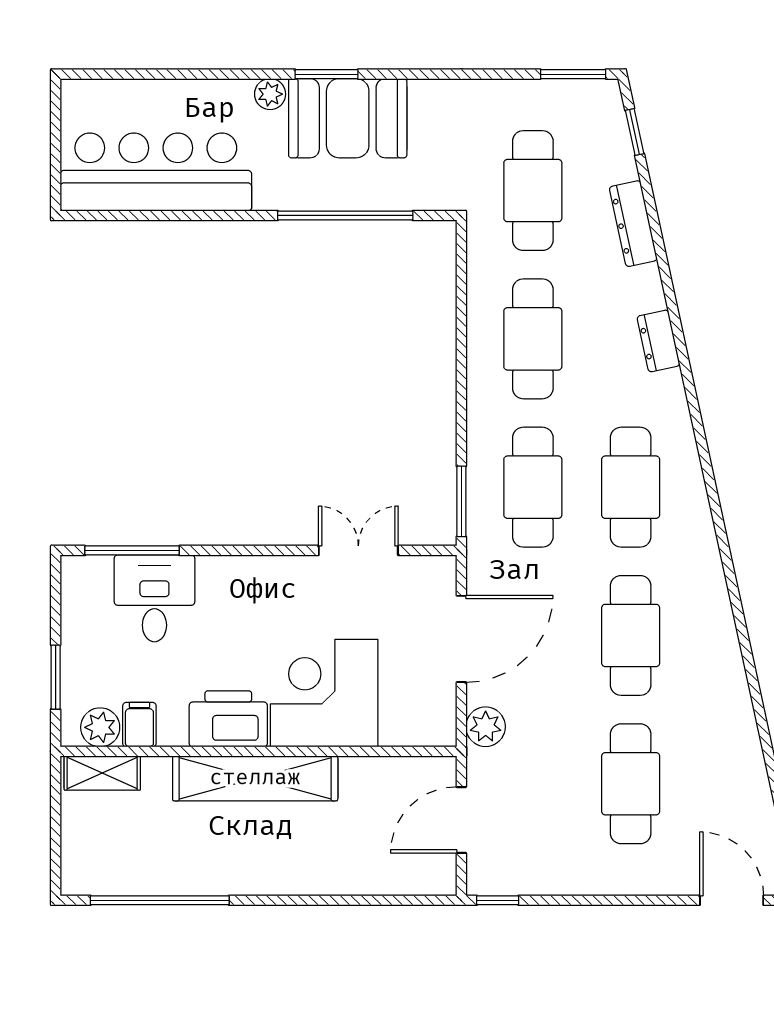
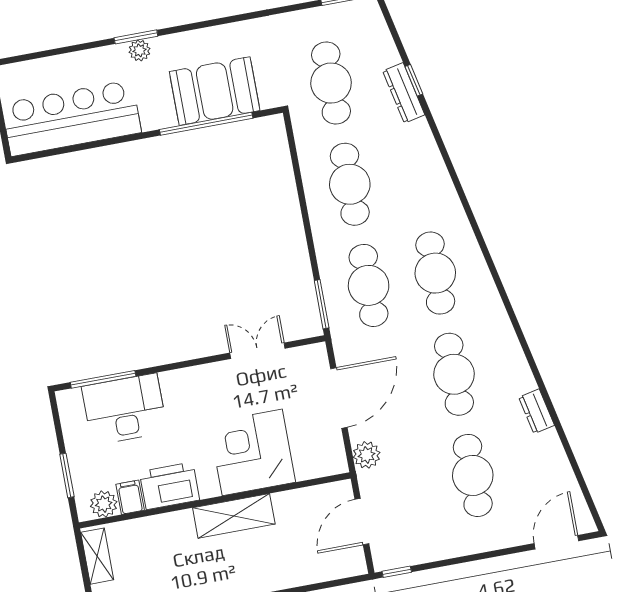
window: (326, 74) -> (136, 37), moved
booth: (348, 118) -> (215, 91), moved
window: (635, 132) -> (414, 80), moved
dresser: (658, 341) -> (537, 411), moved
desk: (154, 598) -> (124, 409), width x1.37
printer: (228, 719) -> (169, 486), moved
shelving: (102, 773) -> (97, 556), moved, turned 90
shelving: (255, 778) -> (234, 516), width x0.68
door: (732, 900) -> (556, 542), hinge flipped

